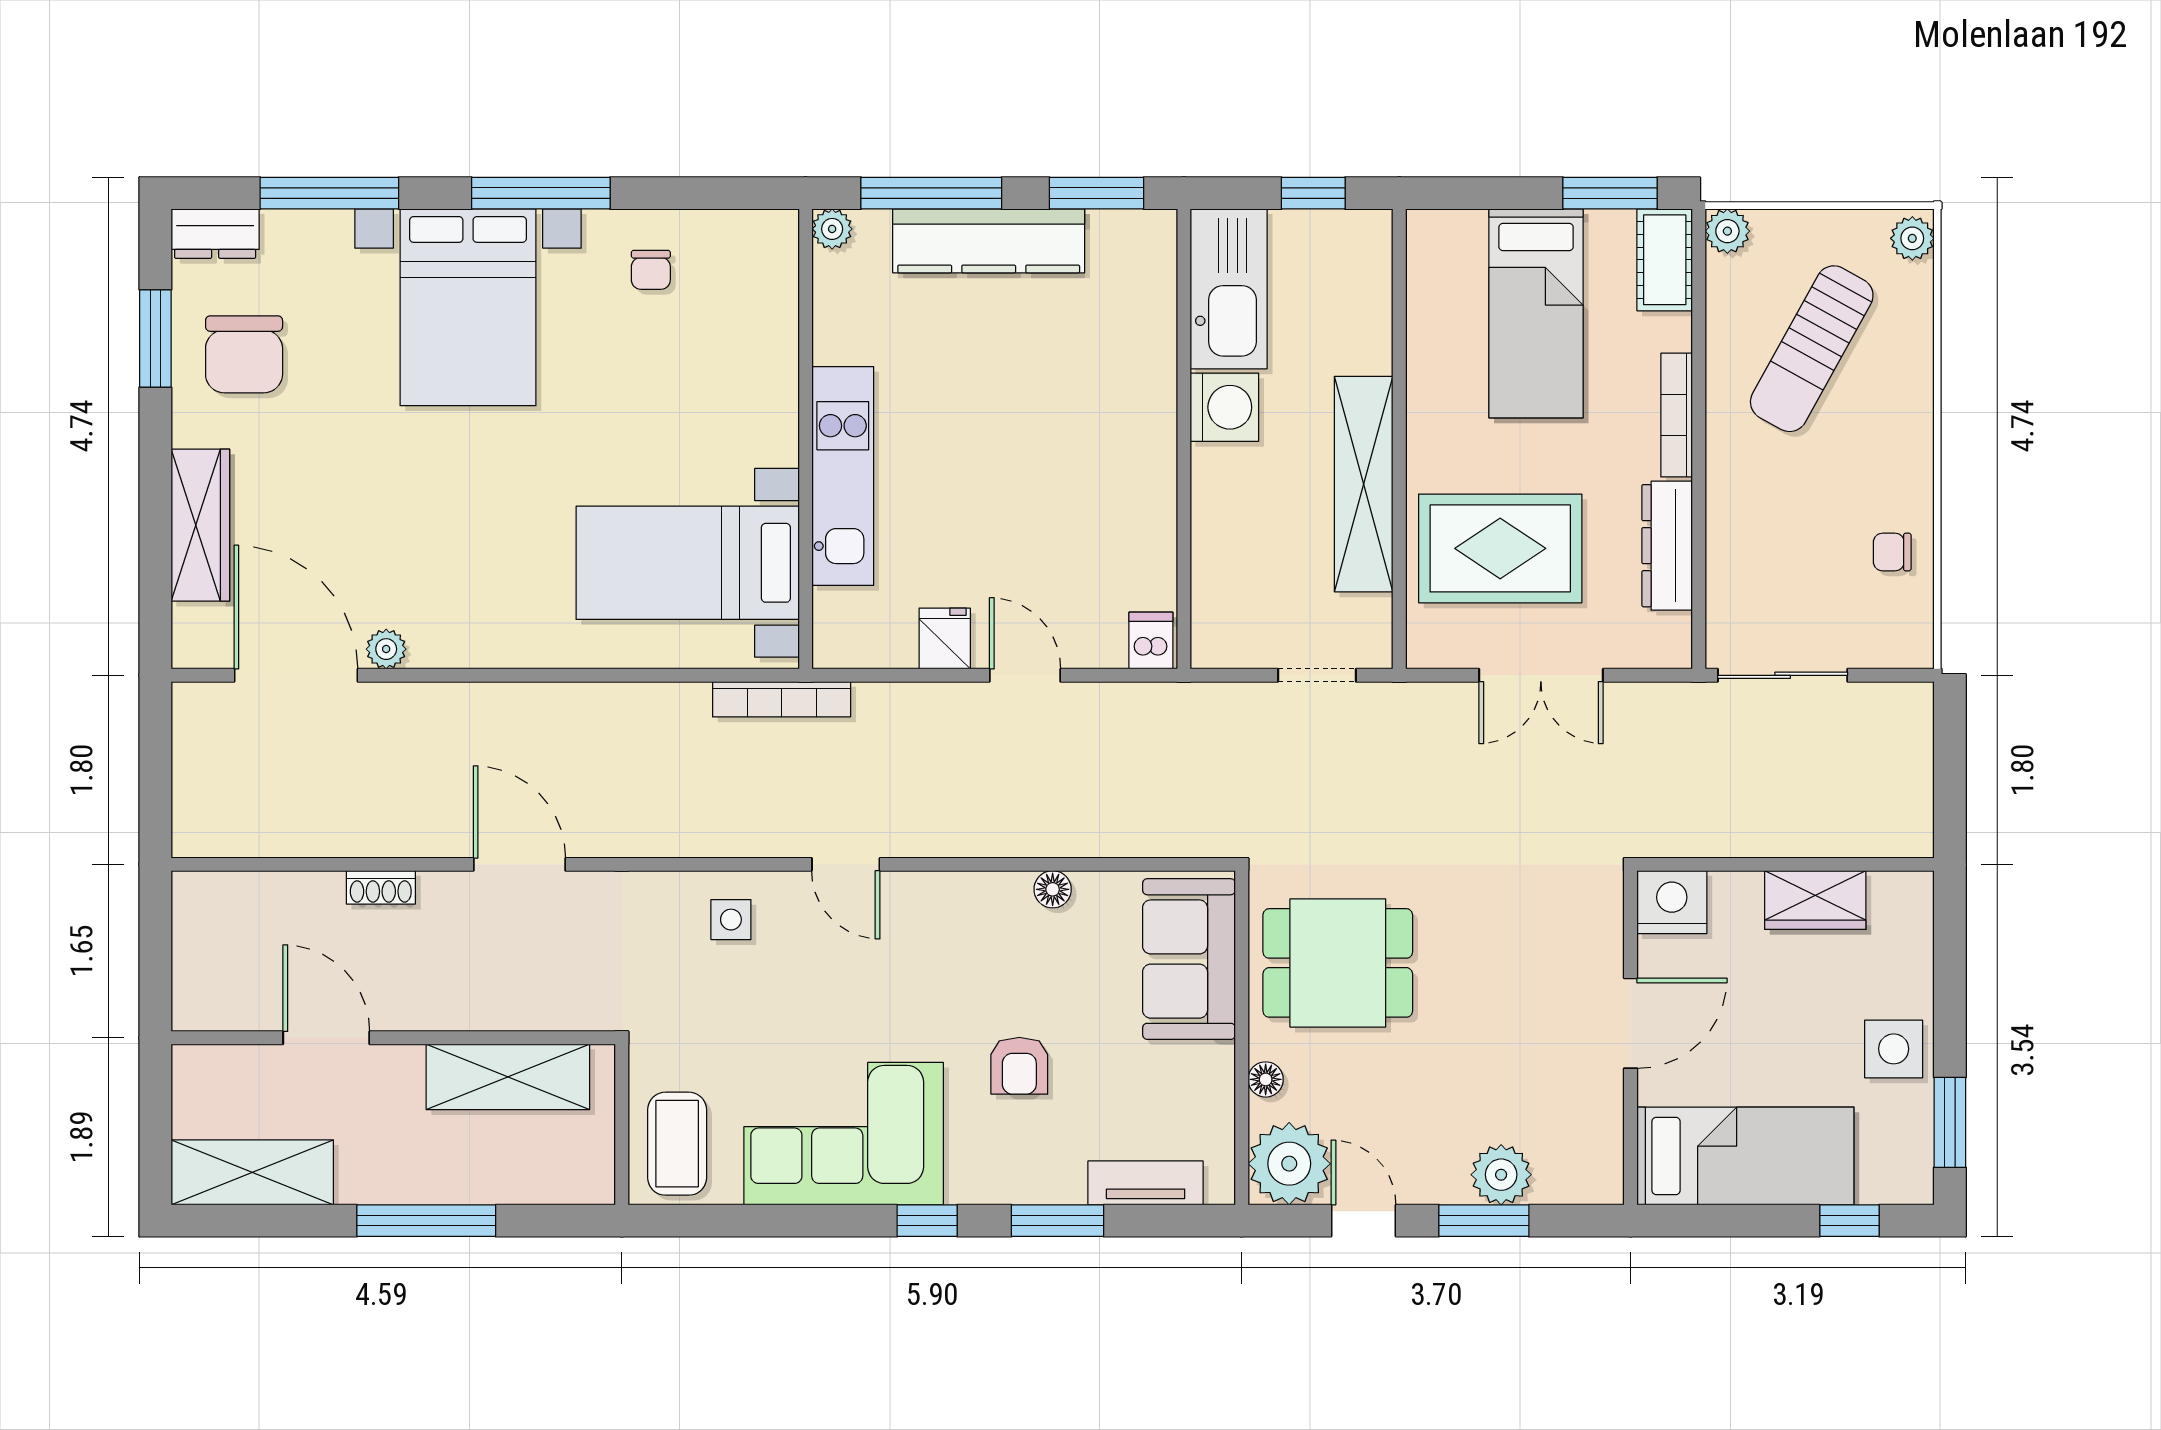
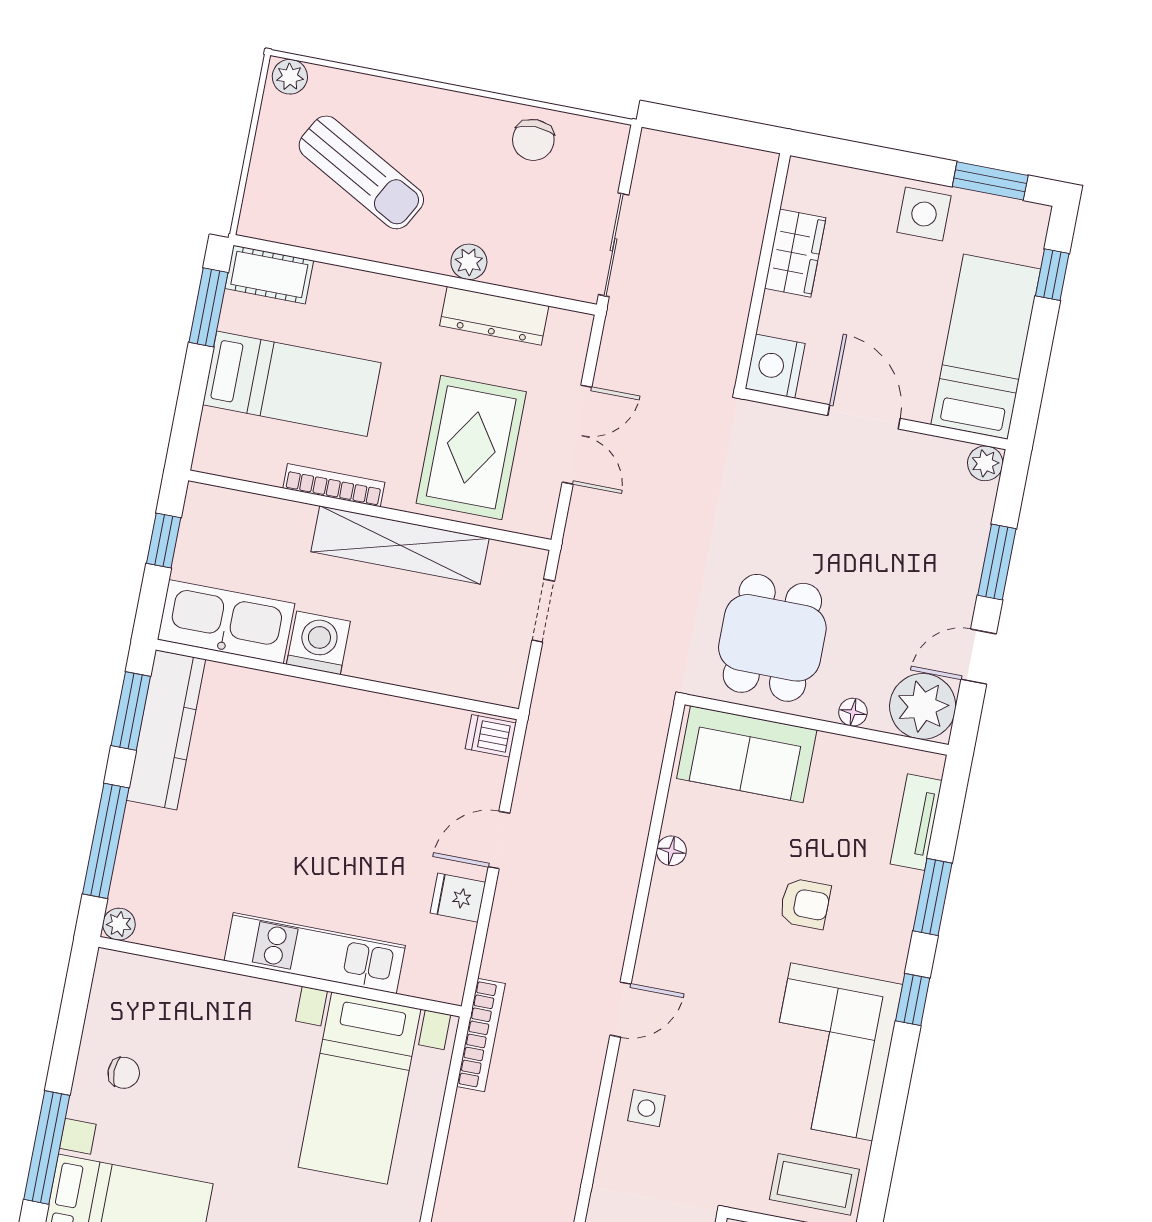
plant: (1727, 231) -> (469, 262), moved
kitchen counter: (989, 241) -> (166, 730), moved
bookcase: (1677, 415) -> (334, 485), moved, turned 180
chair: (1892, 552) -> (533, 140), width x1.37, depth x1.37
plant: (1501, 1175) -> (985, 463), moved, width x0.73, depth x0.73

